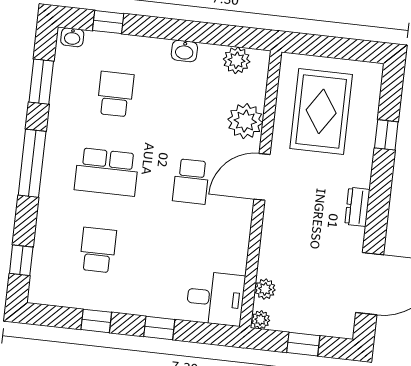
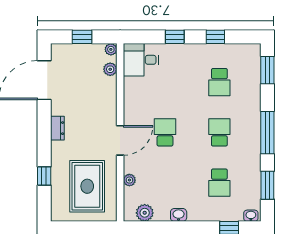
plant: (245, 121) -> (129, 180), width x0.53, depth x0.53
school desk: (107, 172) -> (219, 132), width x0.54
window: (21, 260) -> (267, 70), width x1.50

